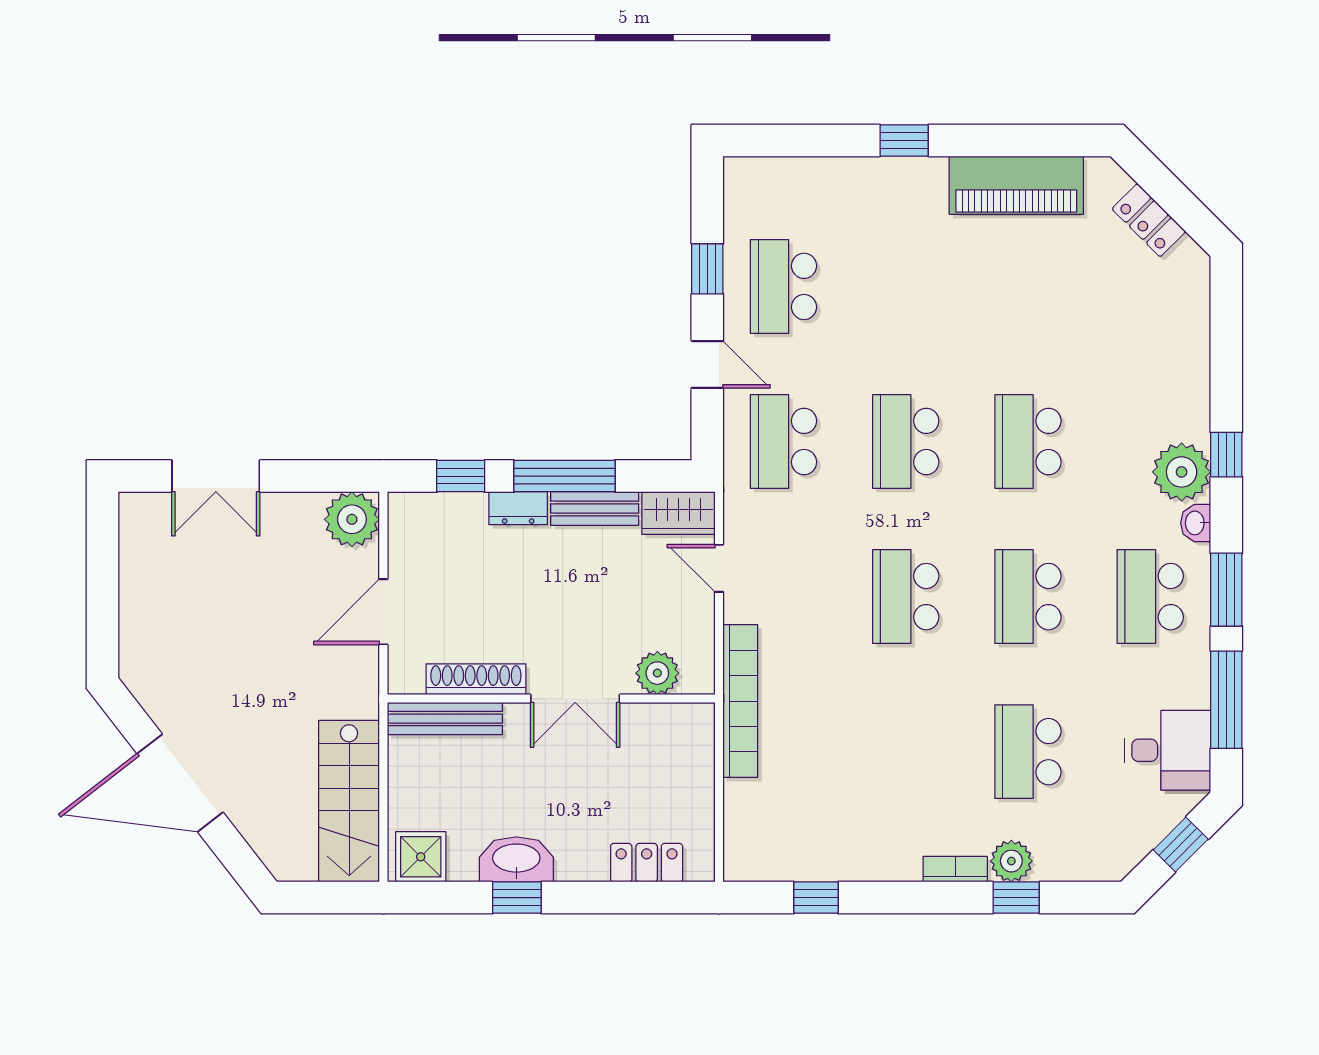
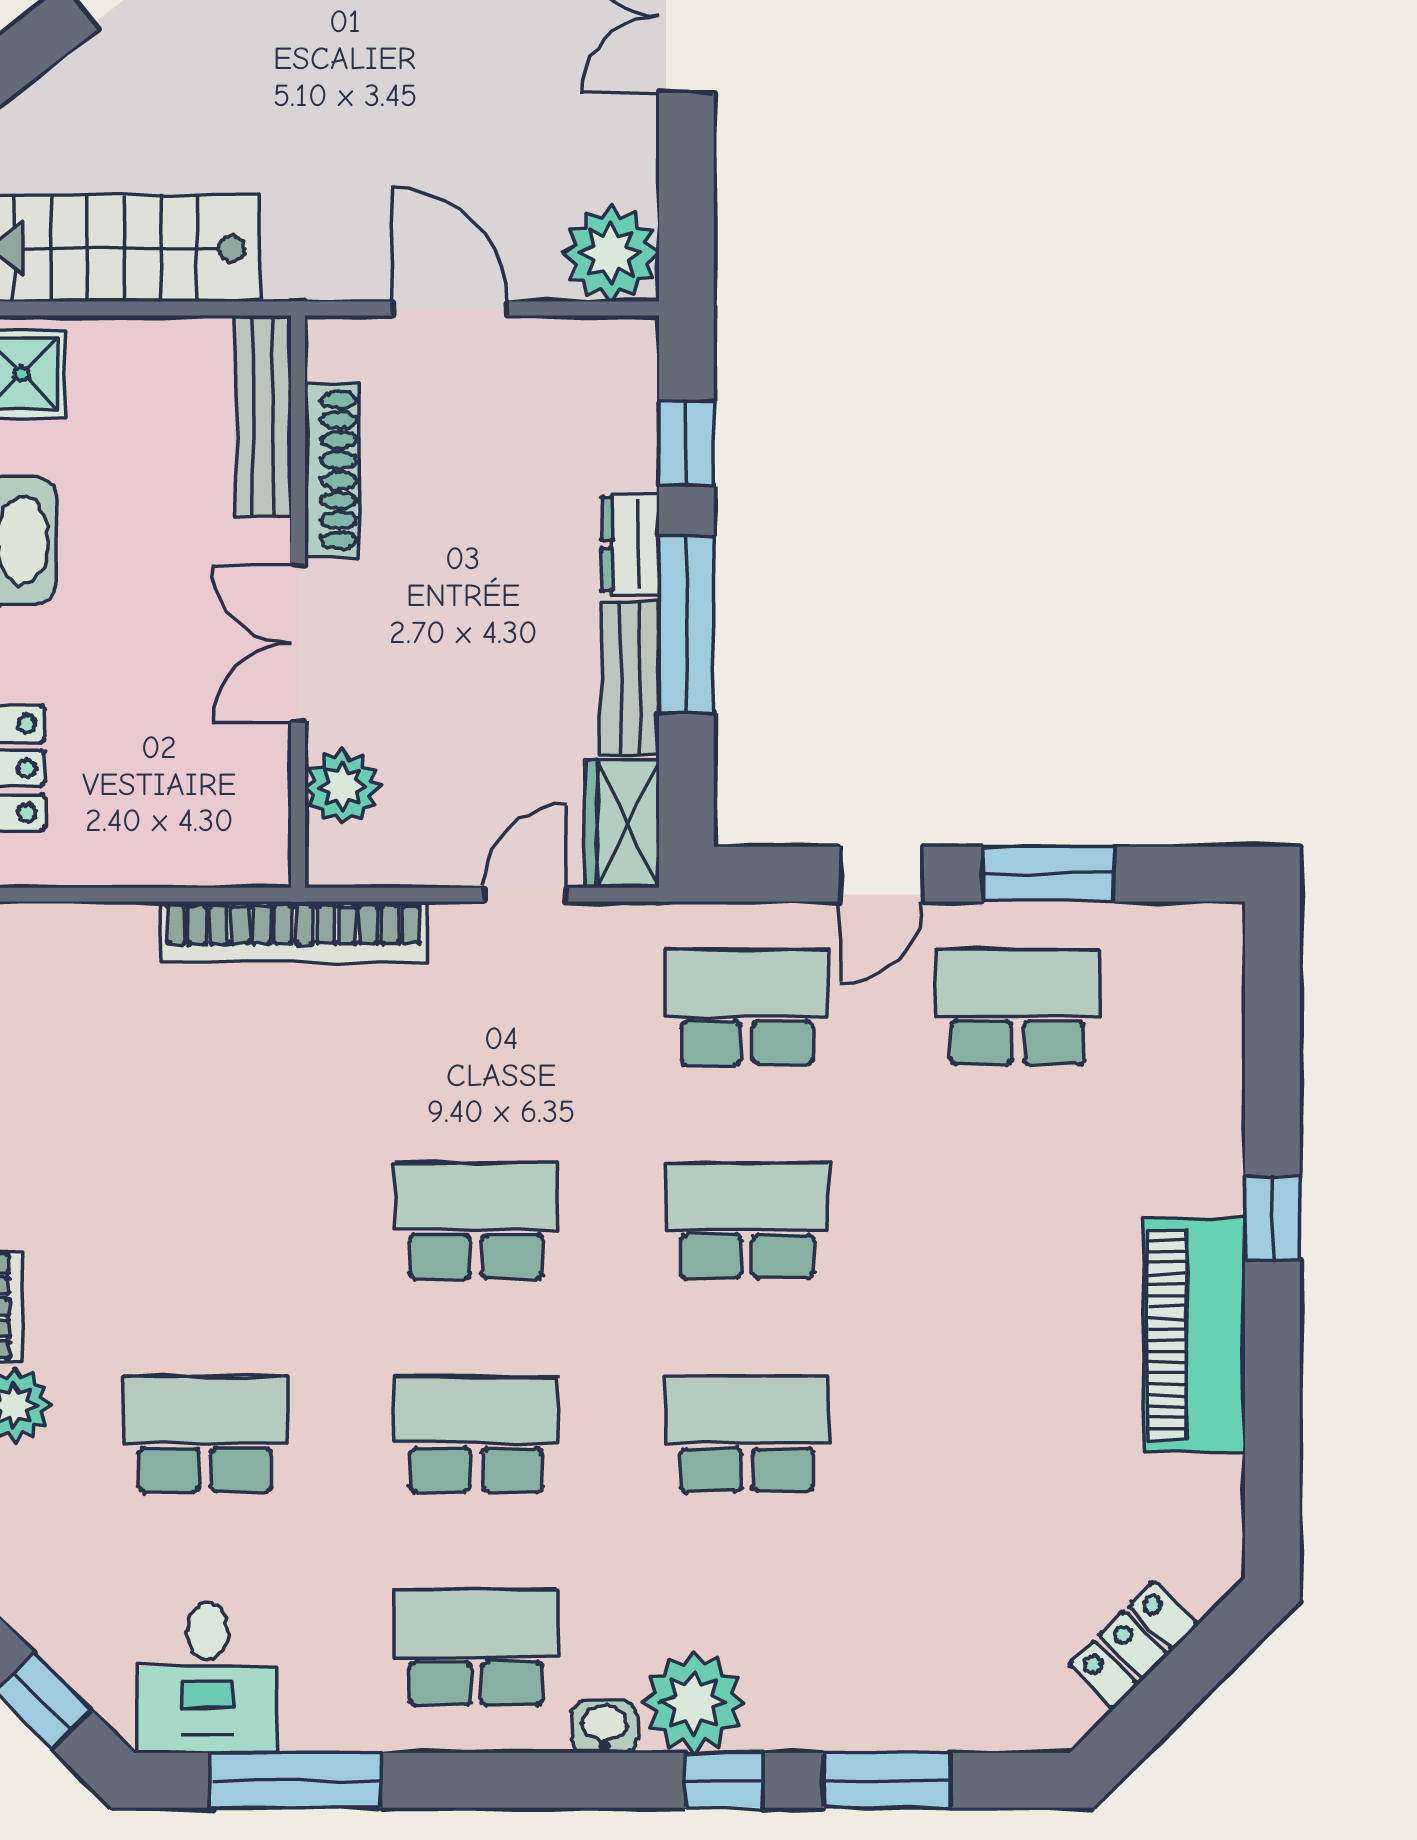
piano: (1016, 185) -> (1194, 1335), moved
window: (707, 269) -> (1048, 874), width x1.50
window: (1226, 590) -> (887, 1780), moved

